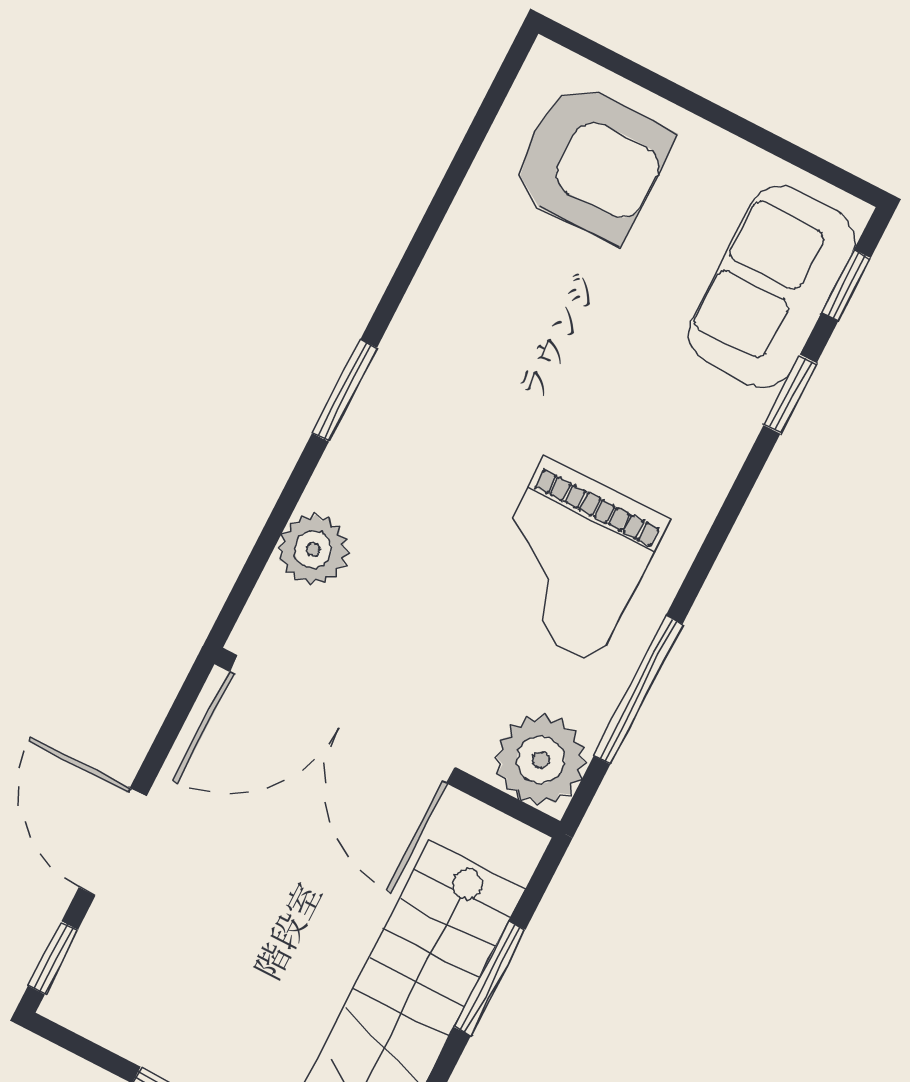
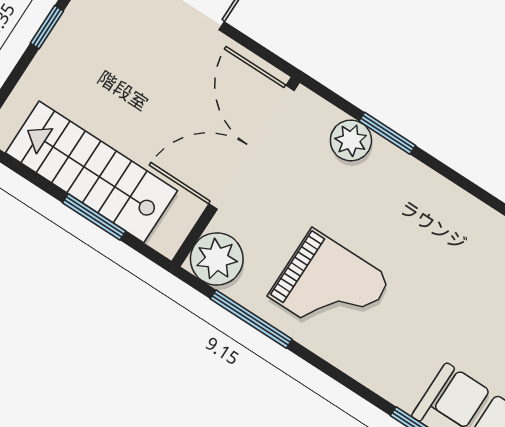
window: (345, 391) -> (387, 133), moved
grand piano: (570, 561) -> (329, 287), turned 180

